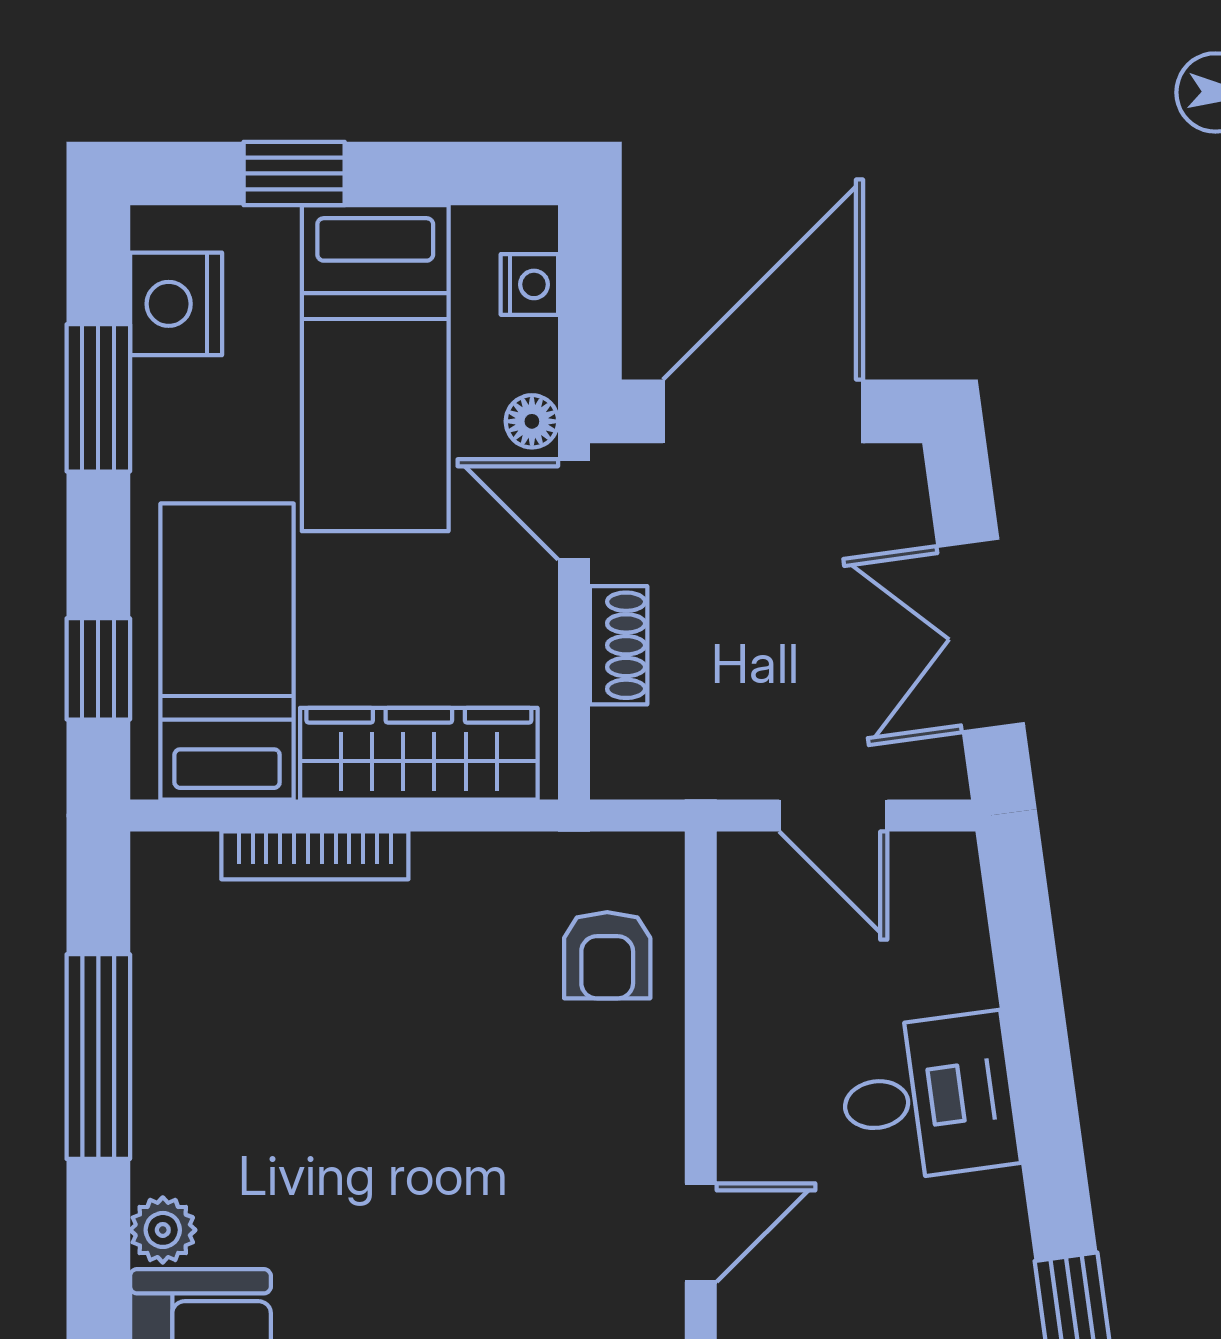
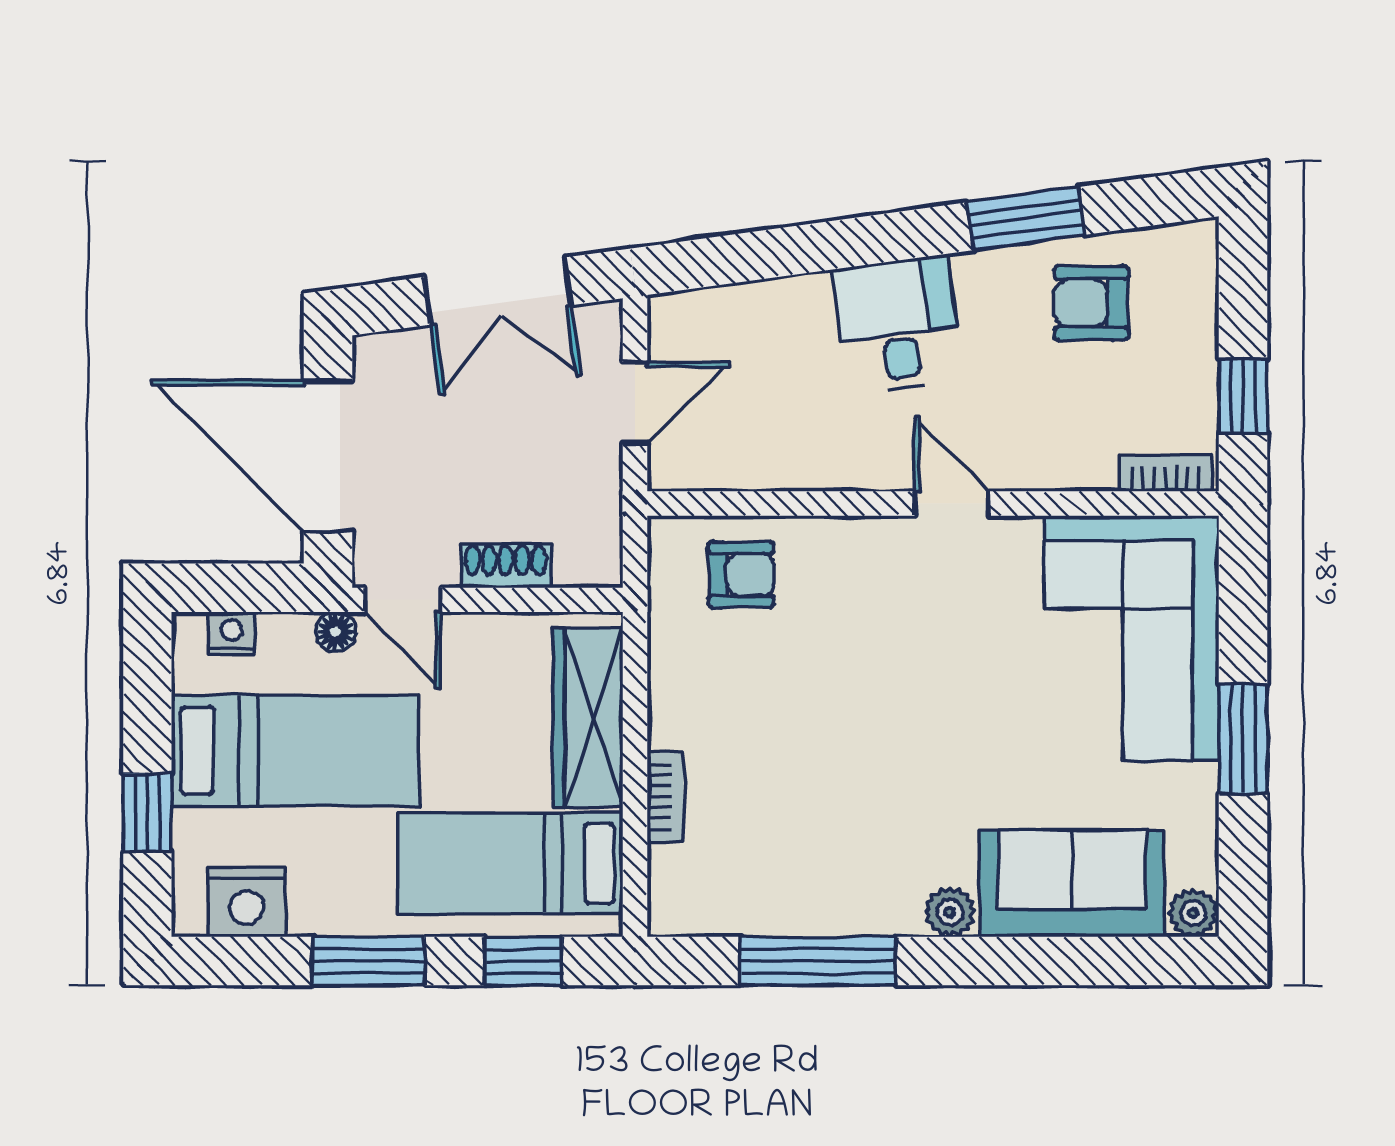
window: (98, 398) -> (369, 961), moved
door: (574, 509) -> (403, 600), hinge flipped
bookcase: (315, 855) -> (665, 797), width x0.64
desk: (928, 1098) -> (898, 324), moved

